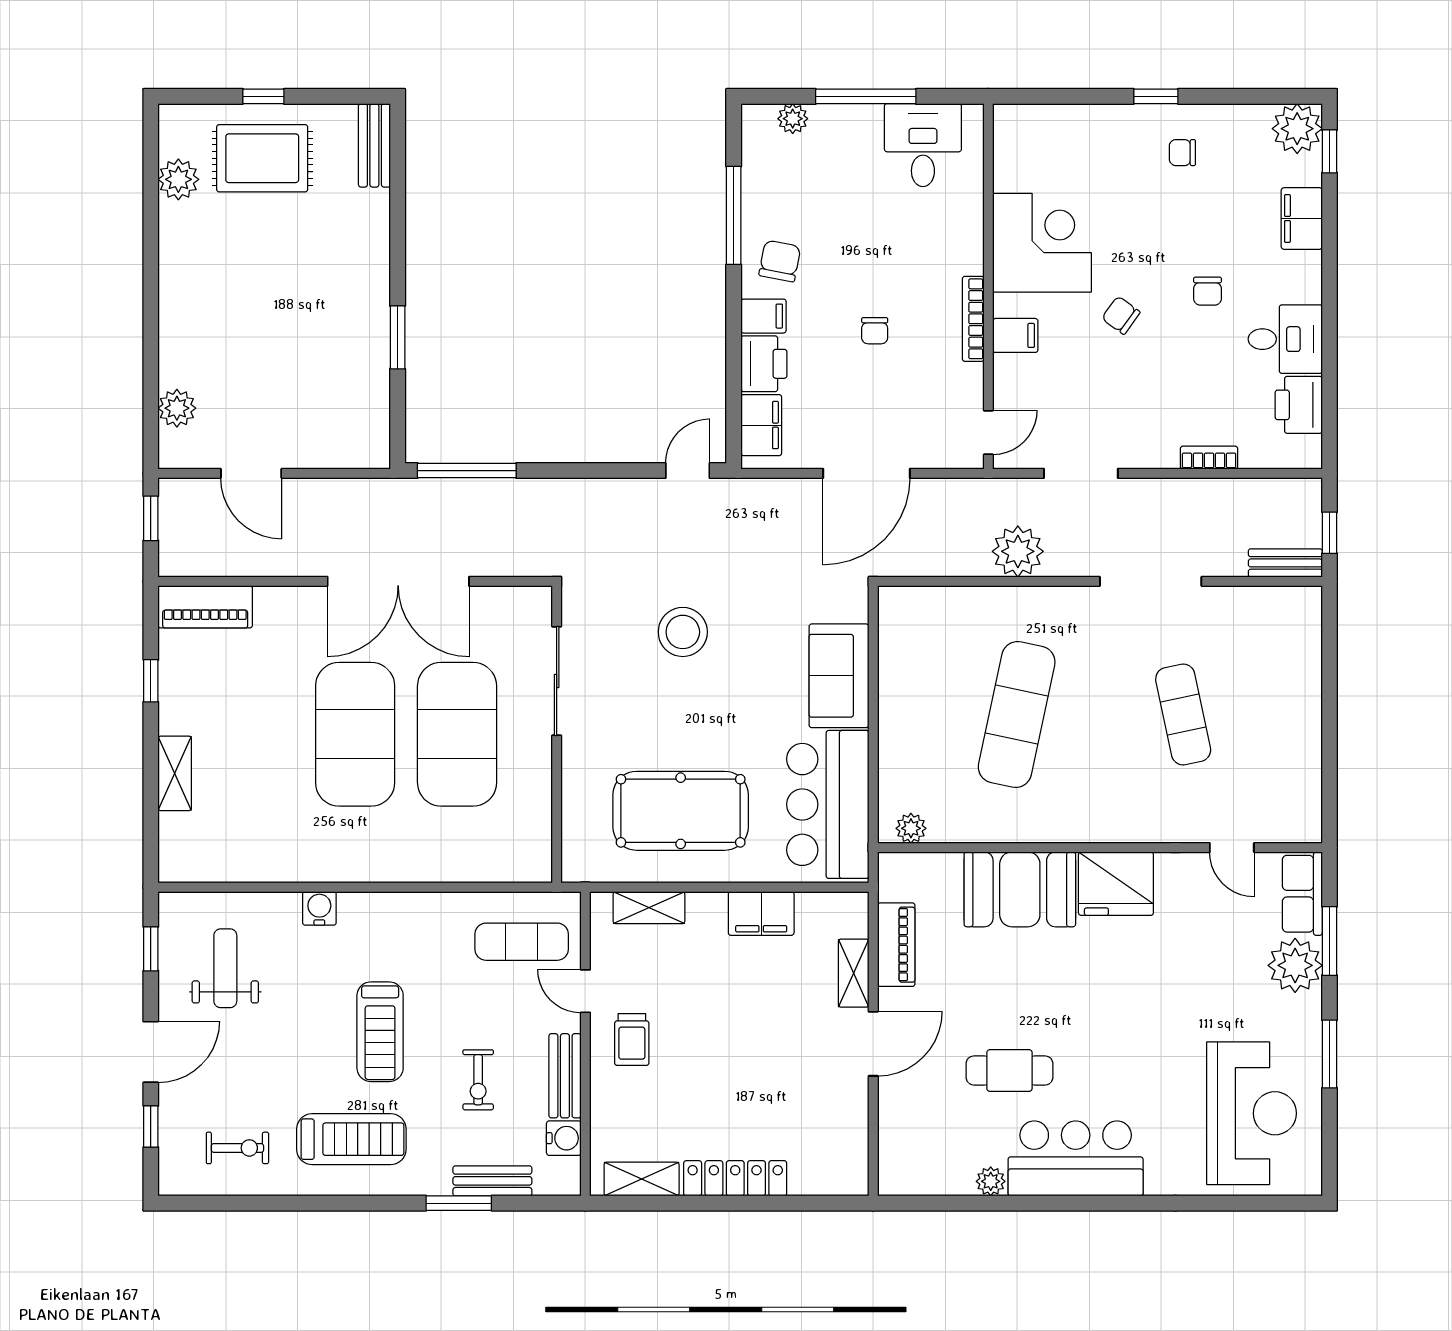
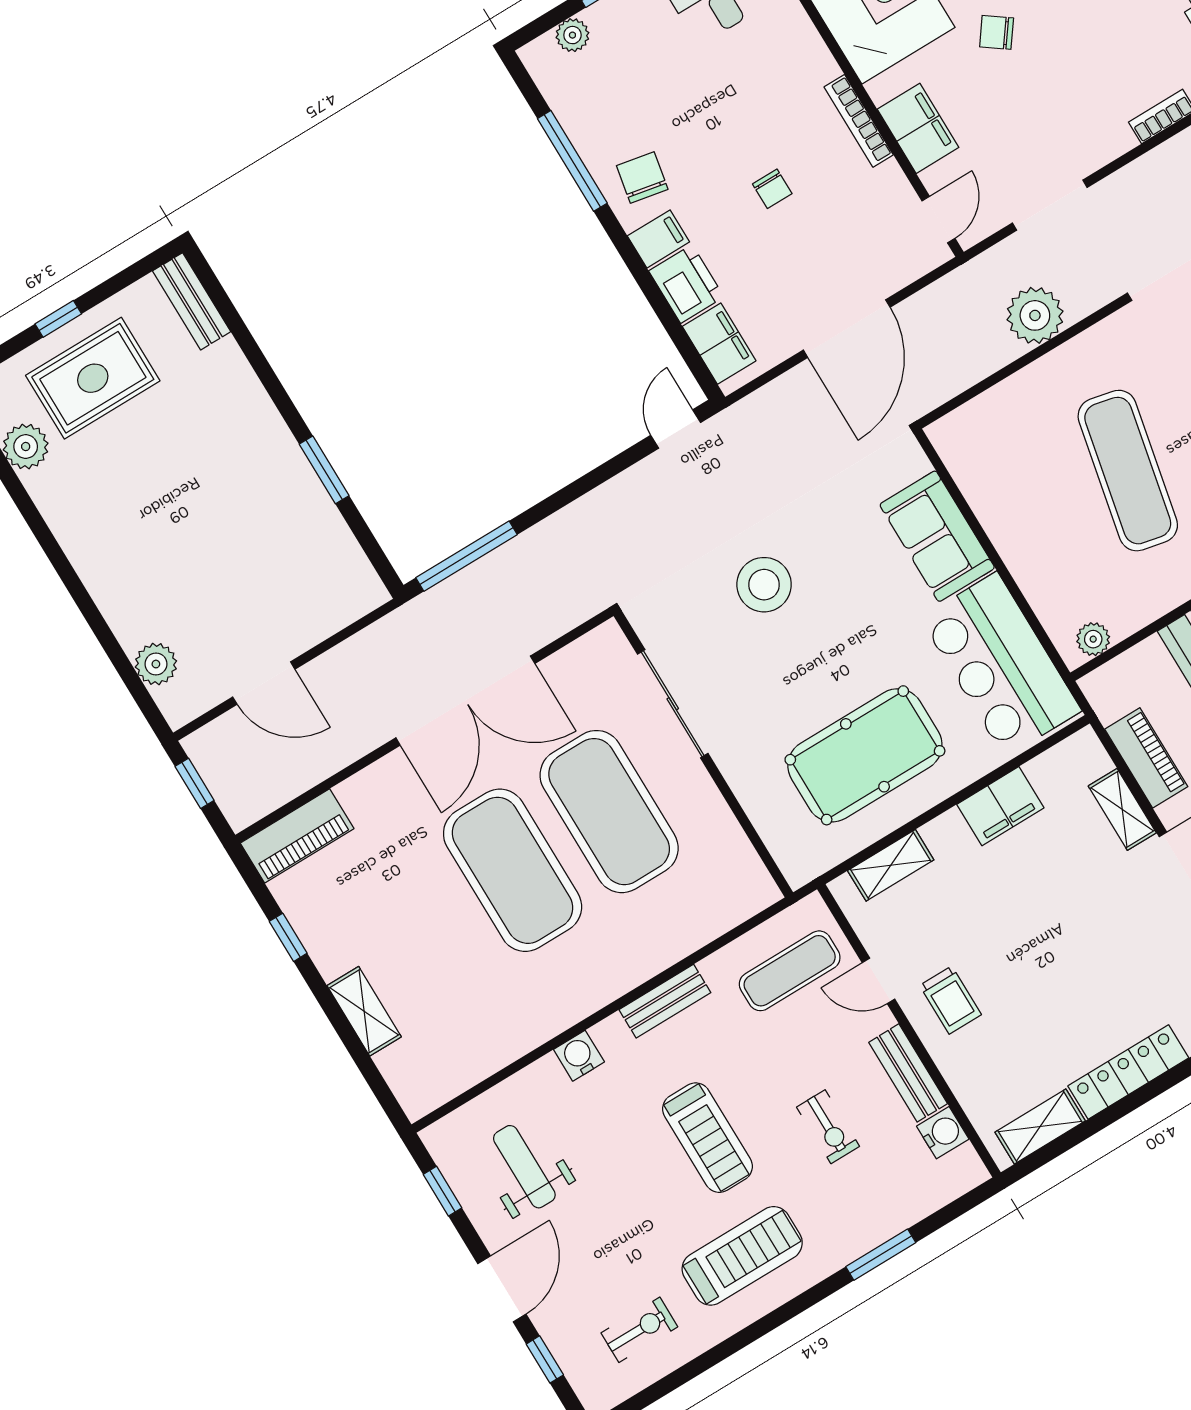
filing cabinet: (1015, 335) -> (918, 128), width x2.00
bench: (492, 1181) -> (665, 1001), moved

